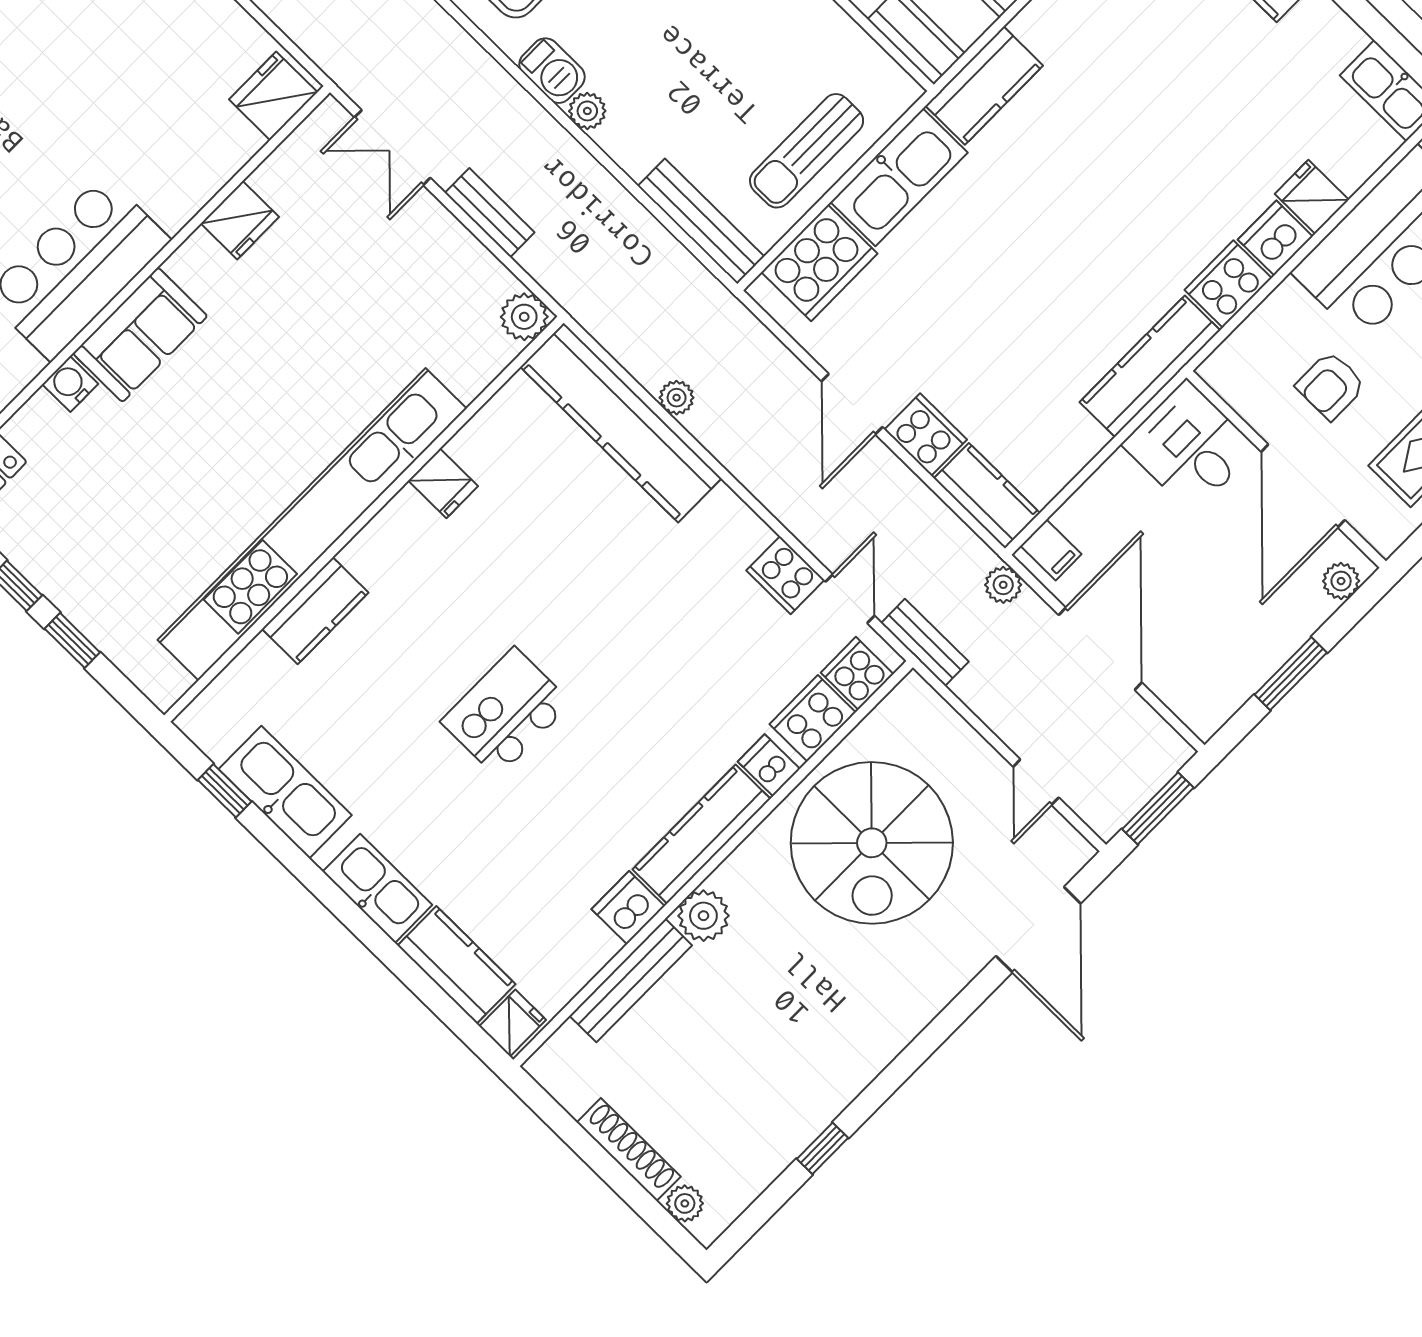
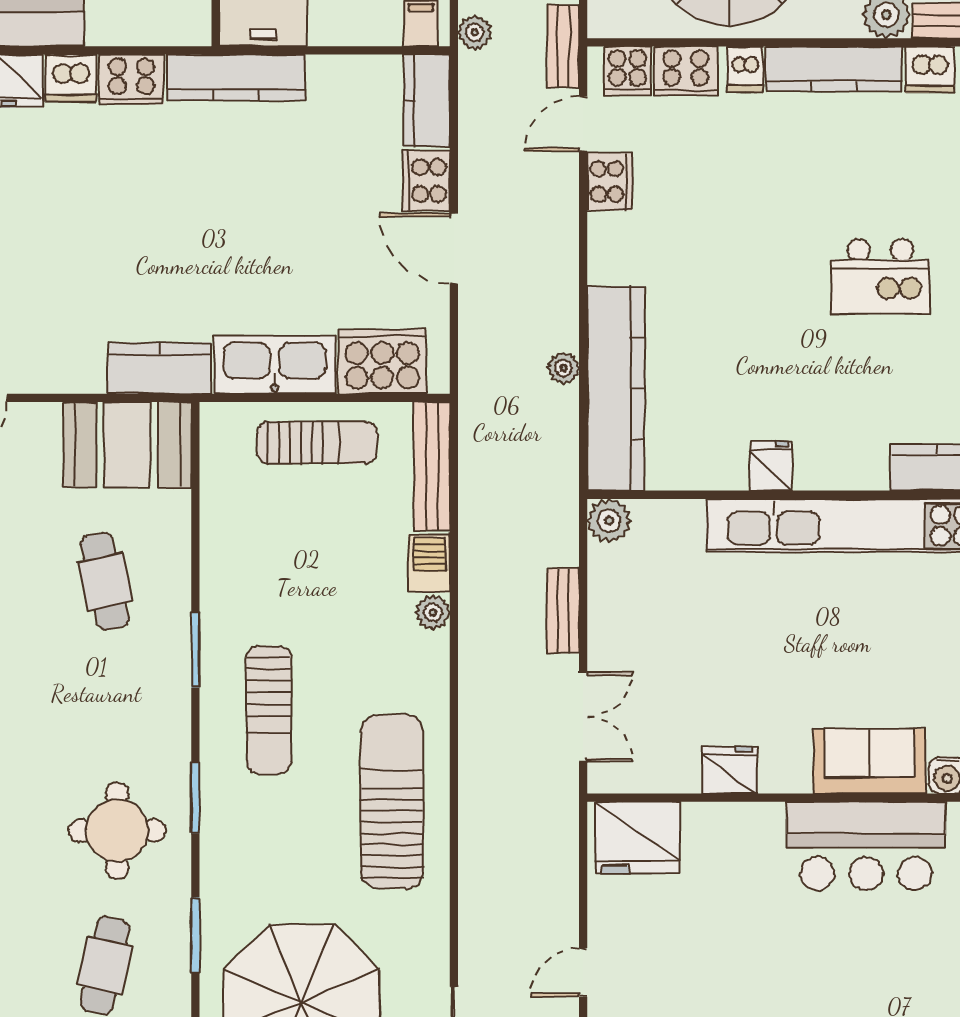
barbecue: (552, 71) -> (429, 563), moved
fridge: (273, 96) -> (638, 838), width x1.36, depth x1.34
door: (852, 404) -> (454, 249), swing flipped

